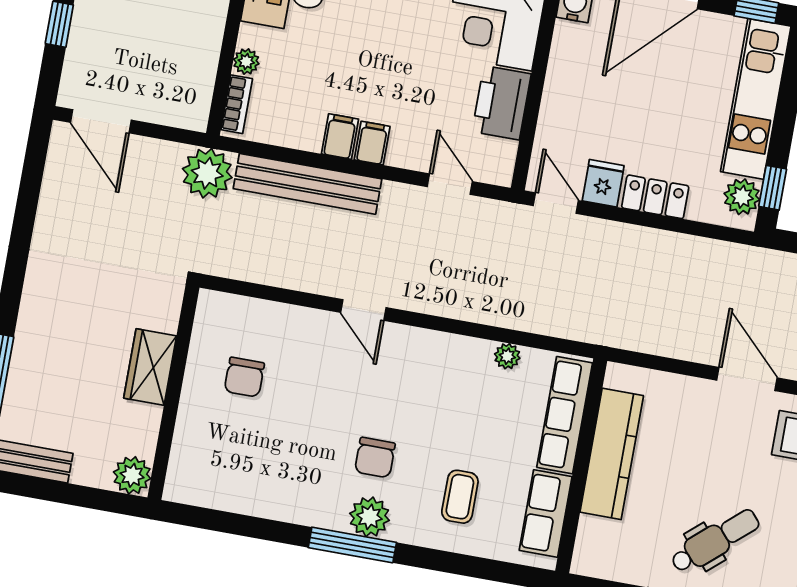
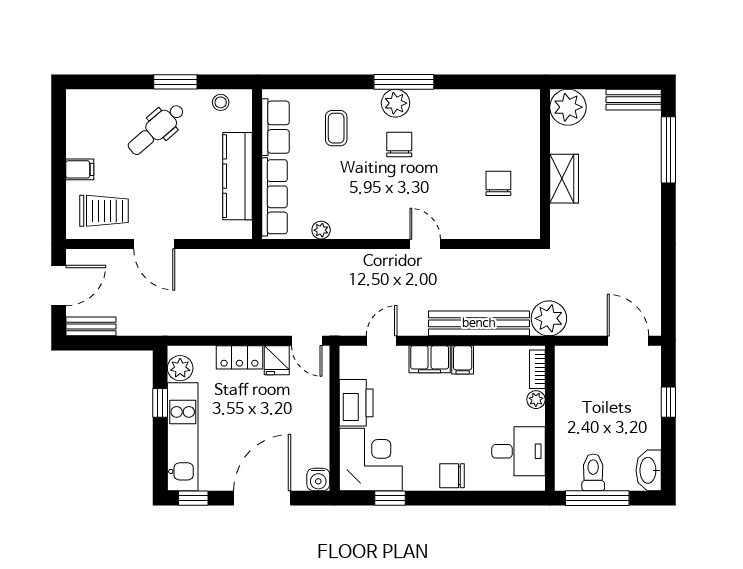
filing cabinet: (372, 143) -> (430, 359), width x2.00
door: (450, 184) -> (382, 341), swing flipped
window: (773, 188) -> (160, 403), moved
plant: (132, 475) -> (568, 107), width x1.36, depth x1.36
stool: (617, 563) -> (221, 102), added

